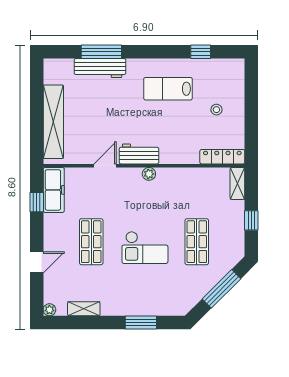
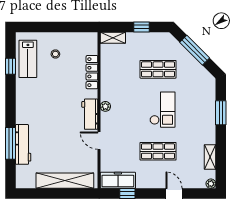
lab bench: (168, 89) -> (28, 59), moved
locker: (222, 157) -> (92, 72), moved

